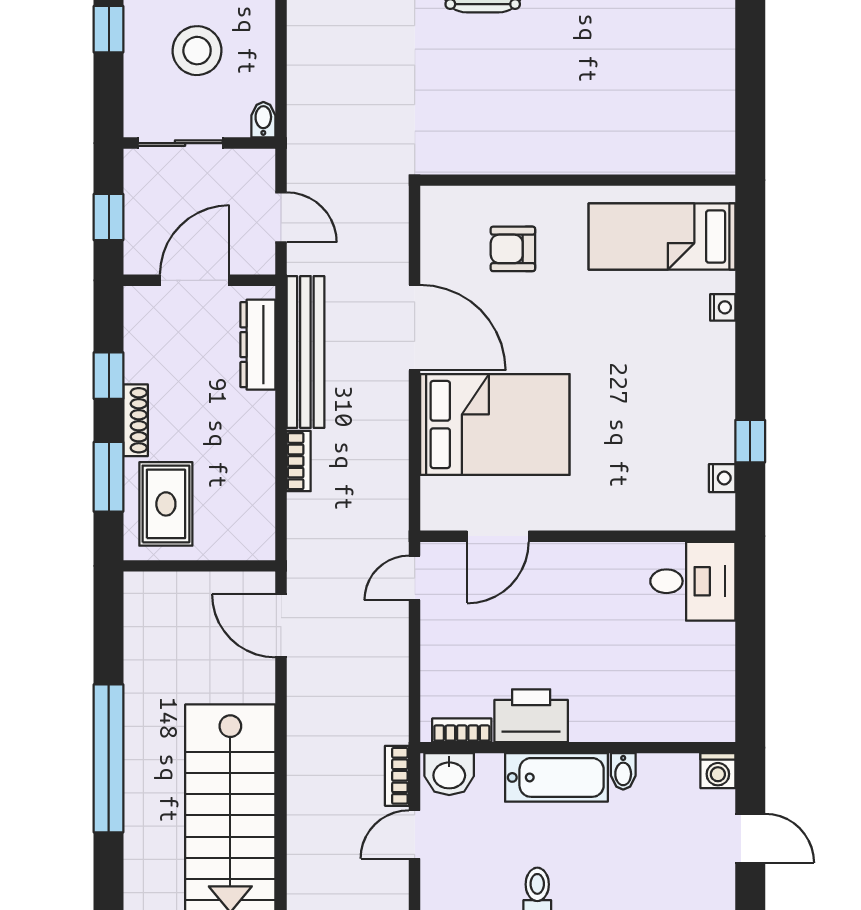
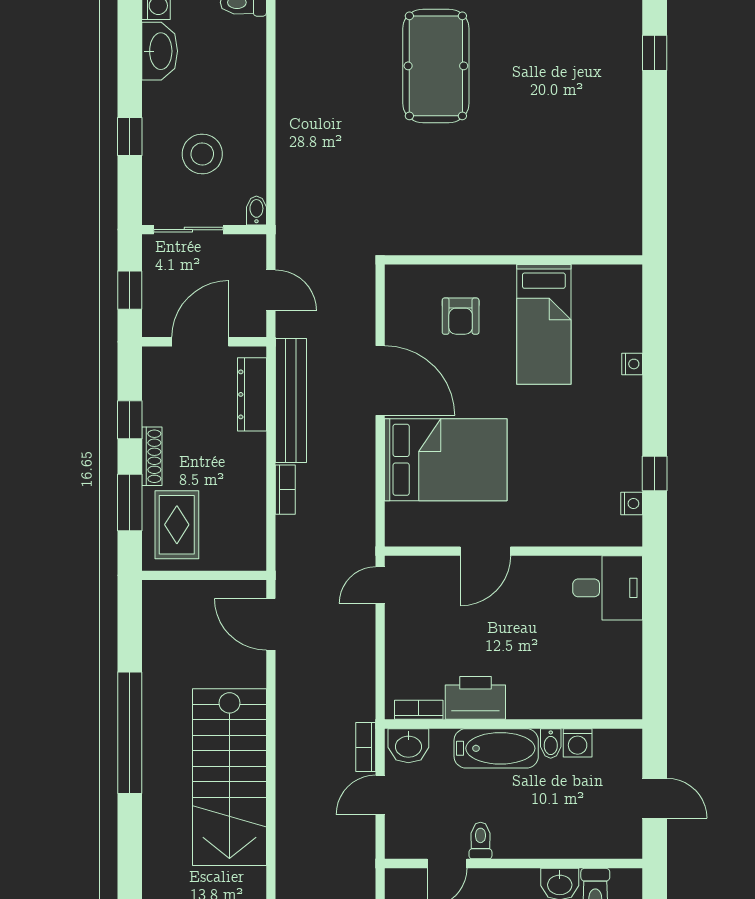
bed: (662, 236) -> (544, 324), moved, turned -90
armchair: (513, 249) -> (461, 316), turned -90
door: (498, 536) -> (485, 551), moved
washing machine: (718, 771) -> (578, 743), moved

